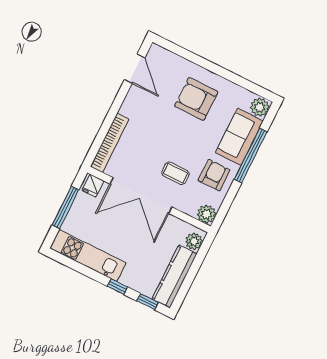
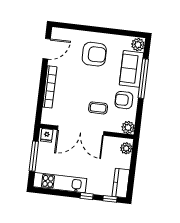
door: (135, 69) -> (47, 49), hinge flipped
armchair: (196, 99) -> (94, 54), turned 180
bookcase: (110, 143) -> (50, 87), moved
armchair: (214, 175) -> (124, 100), turned -90
kitchen counter: (174, 277) -> (121, 183), width x0.67

